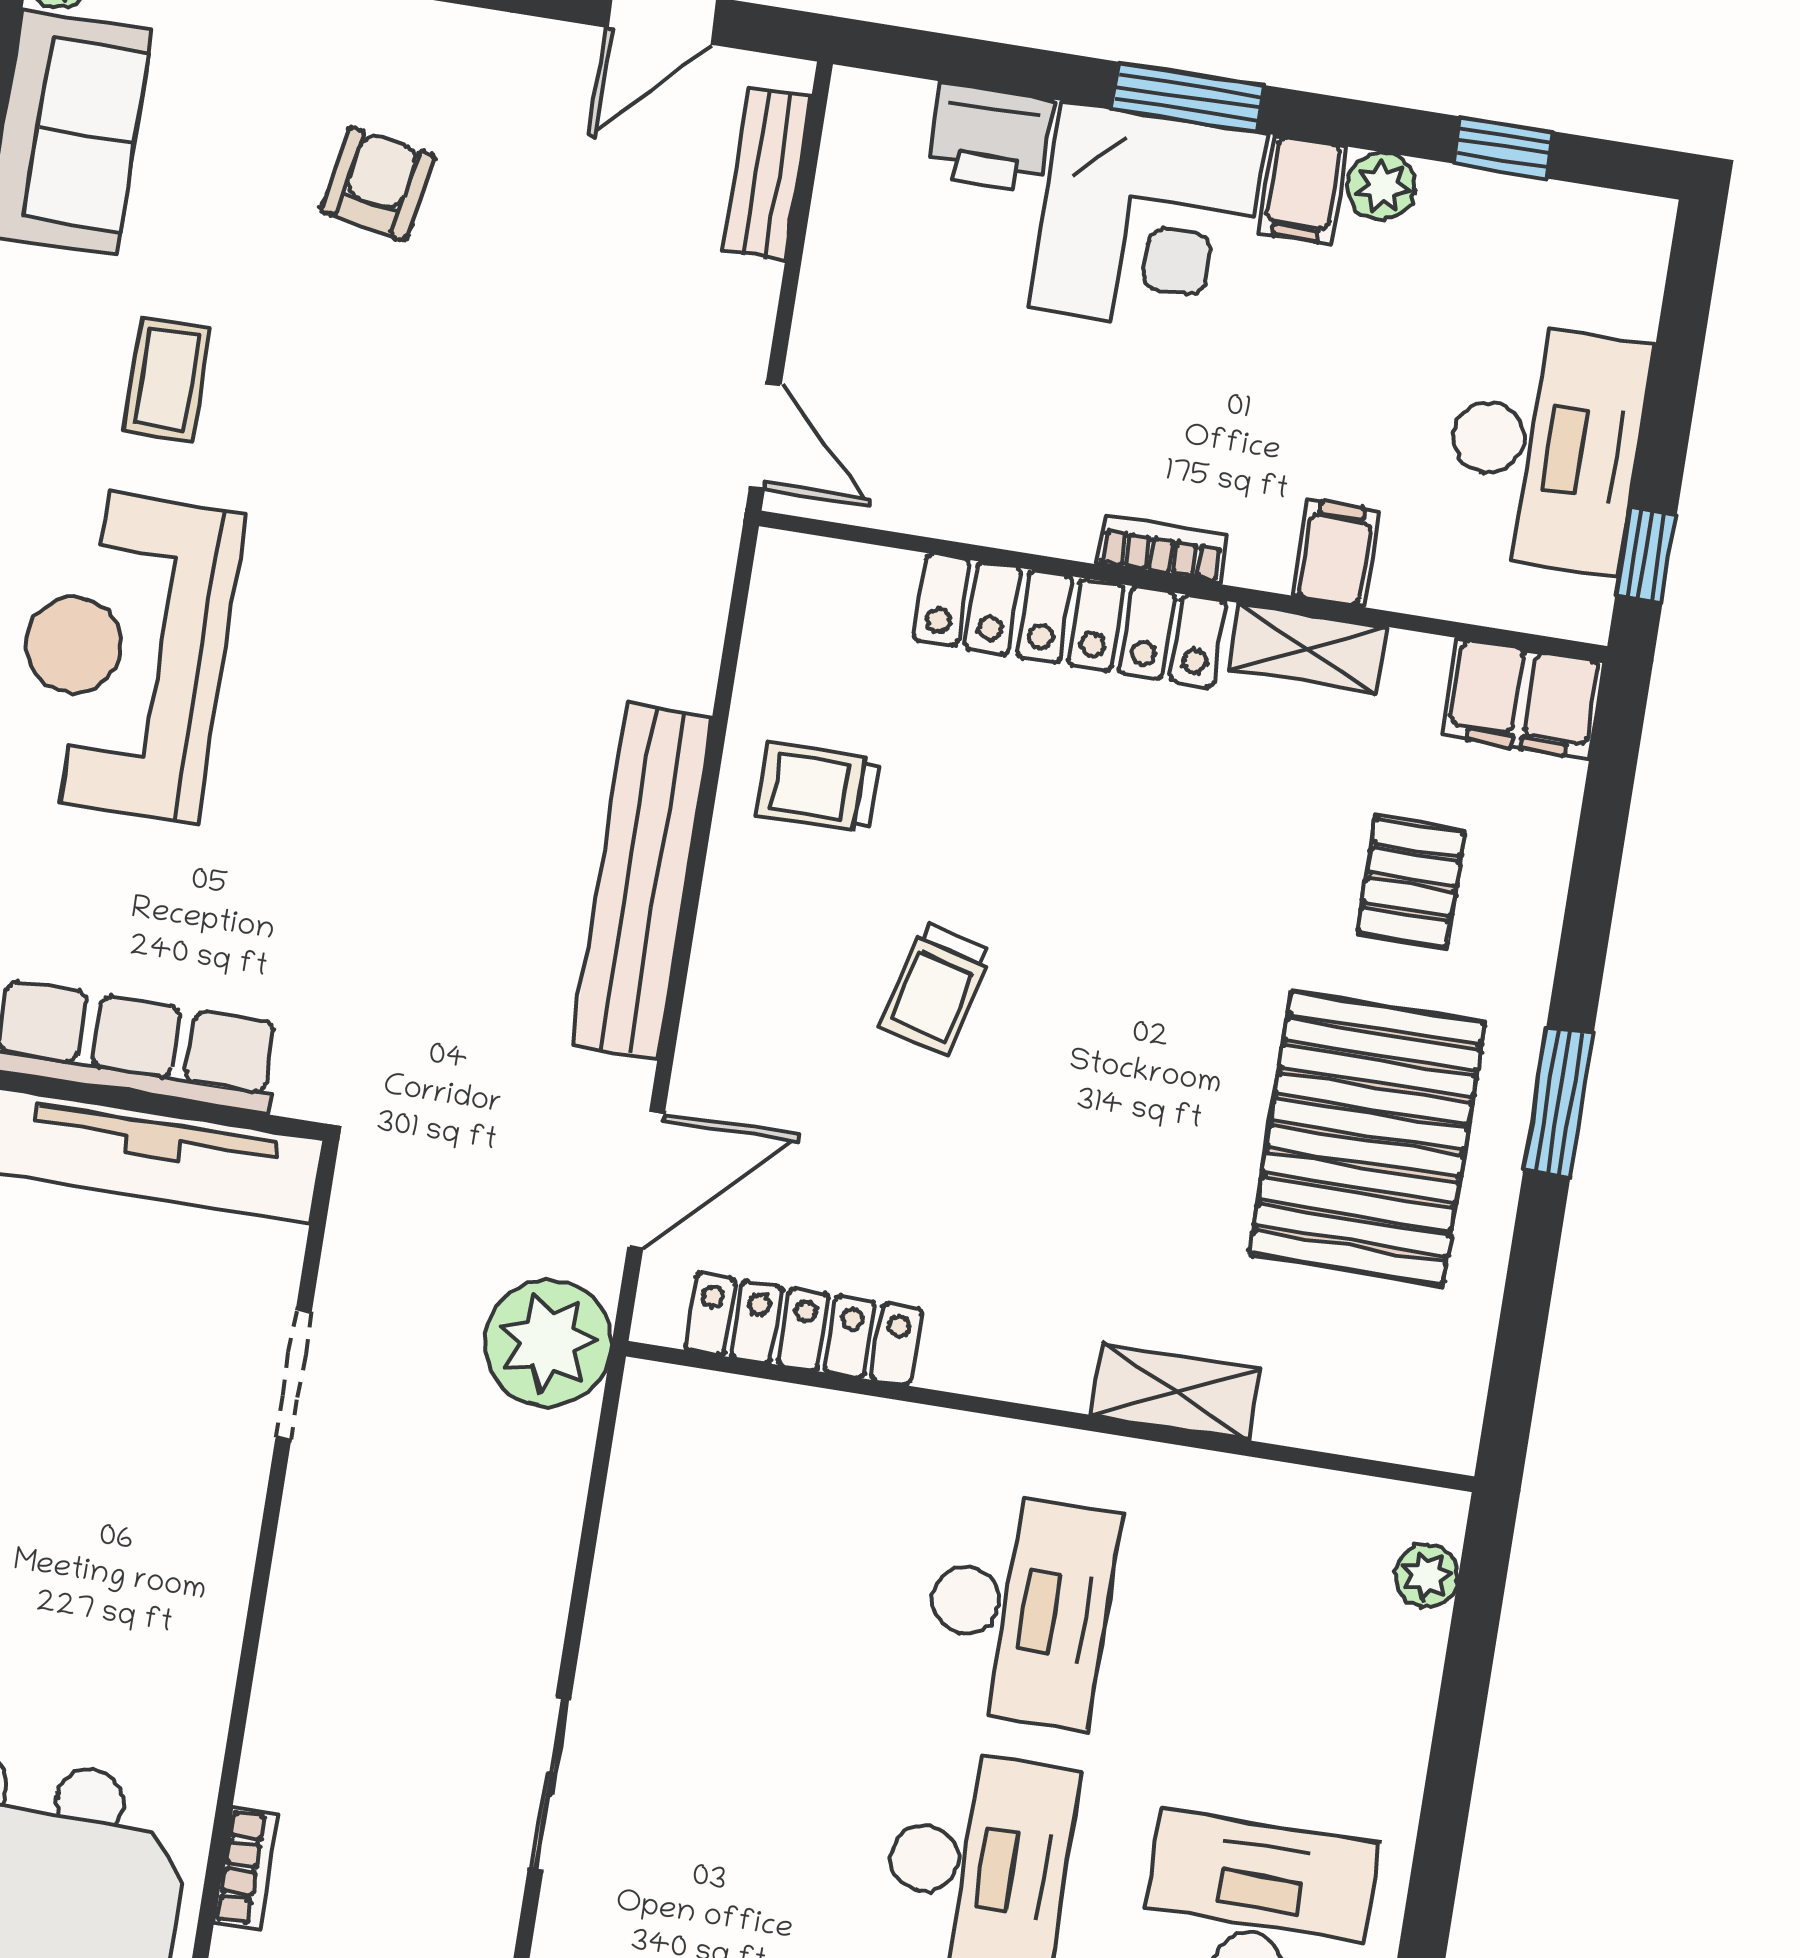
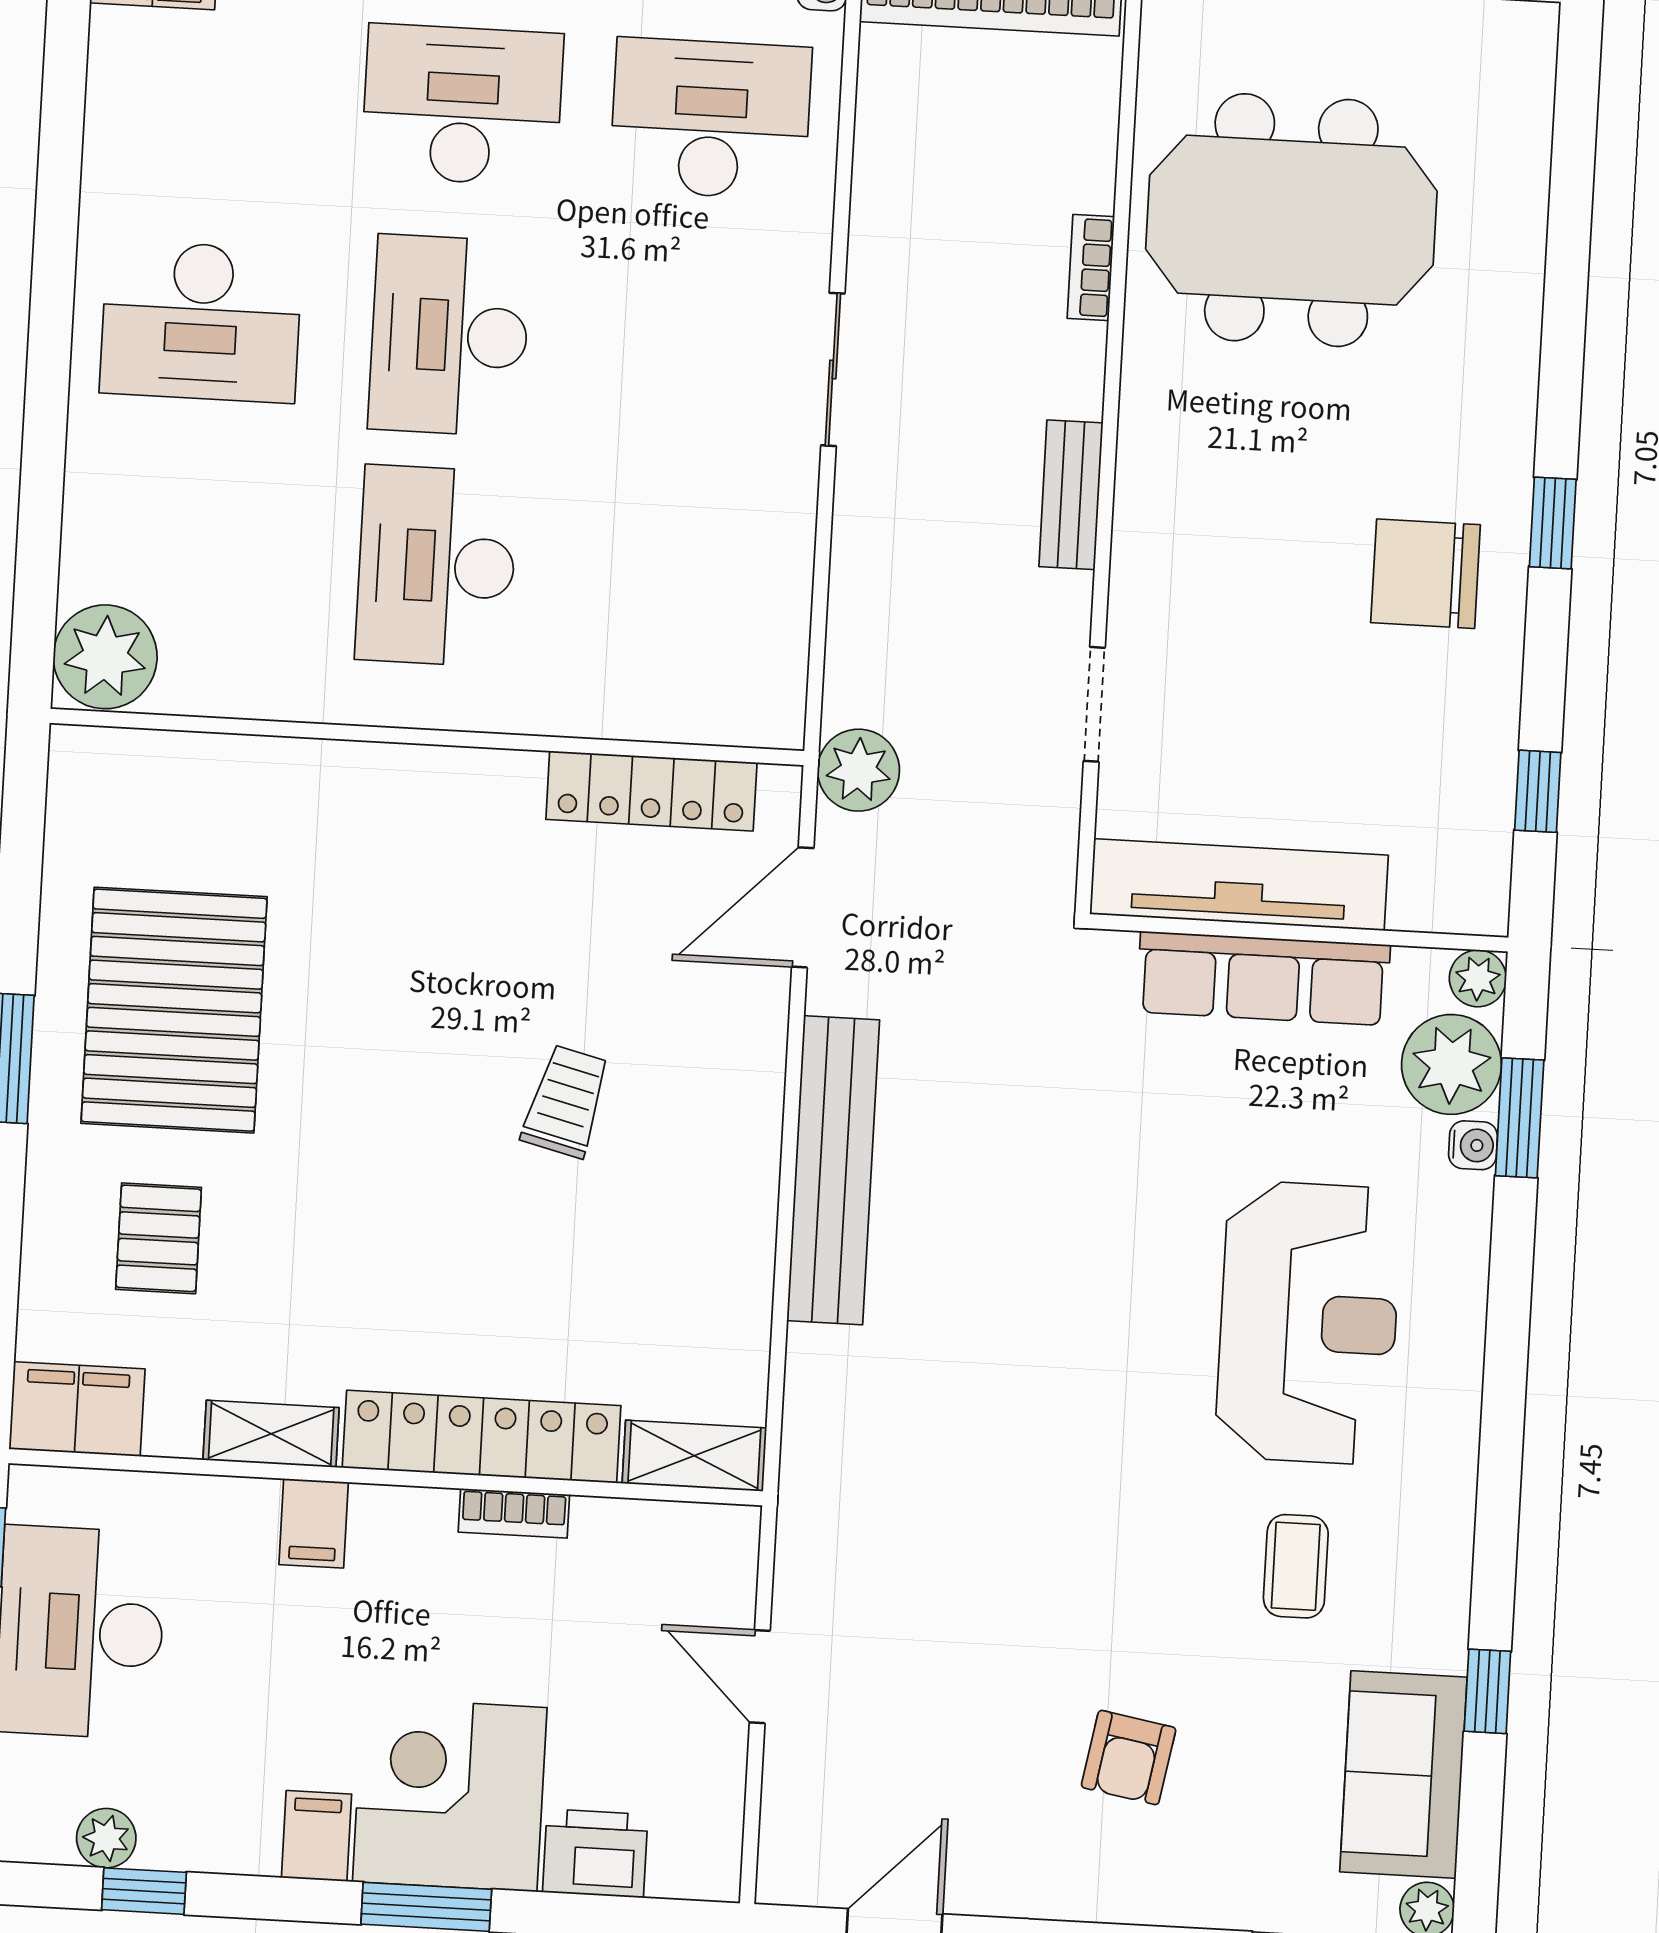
bench: (767, 174) -> (1071, 495), moved
plant: (1382, 186) -> (106, 1838), moved
door: (765, 436) -> (760, 1677), moved
bookcase: (1162, 550) -> (514, 1513), moved
filing cabinet: (1336, 553) -> (314, 1523), moved
trolley: (818, 787) -> (687, 1268), removed
plant: (548, 1343) -> (858, 770), width x0.73, depth x0.73
shelving: (1175, 1392) -> (694, 1456), moved
plant: (1427, 1576) -> (105, 657), width x1.88, depth x1.88

